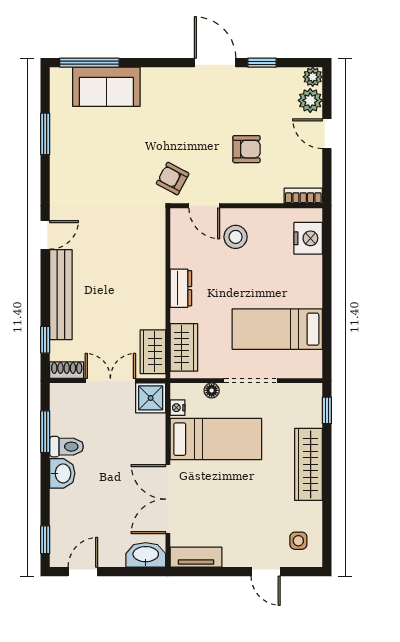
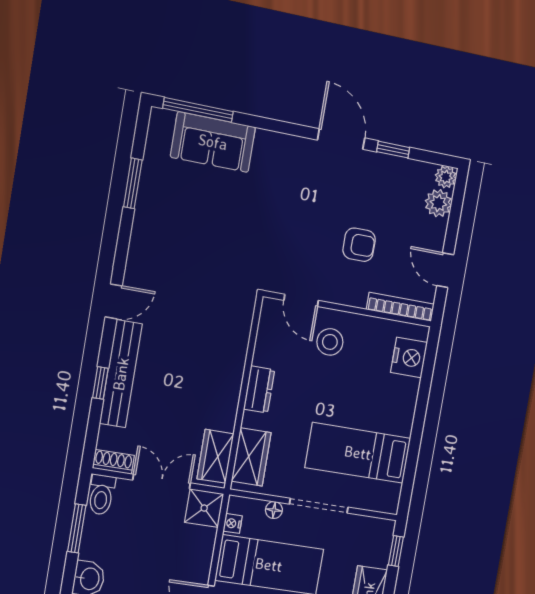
door: (327, 134) -> (445, 270), moved
armchair: (173, 179) -> (271, 263), removed
bookcase: (303, 196) -> (400, 307), width x1.56
window: (45, 340) -> (100, 383), moved
toilet: (67, 447) -> (102, 495), moved, turned 90

